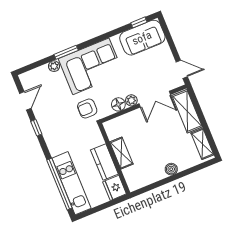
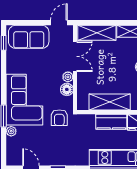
sofa: (142, 38) -> (29, 37), moved, turned 90
shelving: (121, 153) -> (110, 102), width x1.50, depth x1.33

